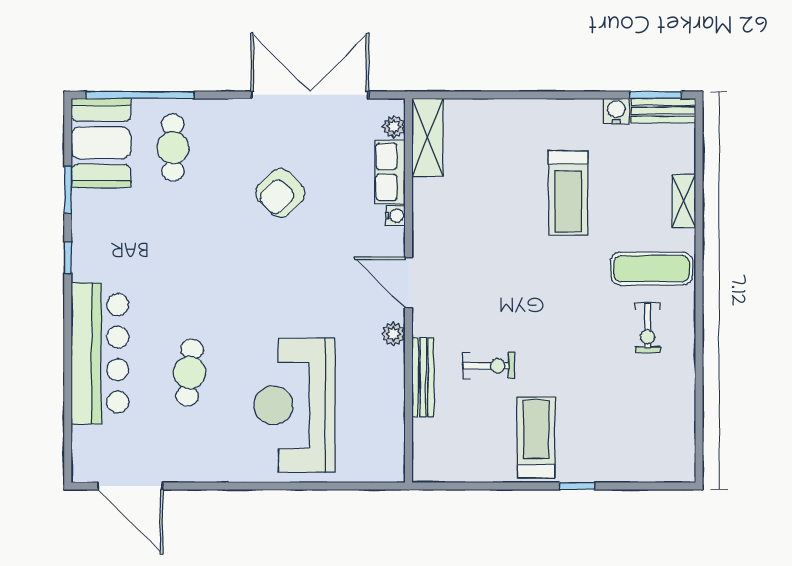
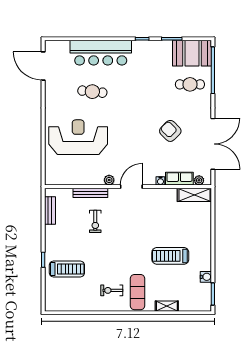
bench: (663, 111) -> (50, 210), moved
treadmill: (536, 437) -> (67, 269), moved
door: (130, 486) -> (43, 66), hinge flipped

